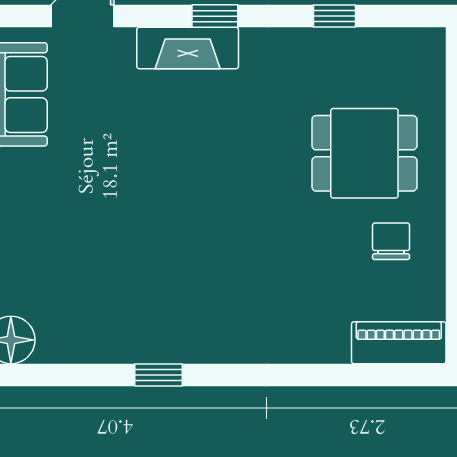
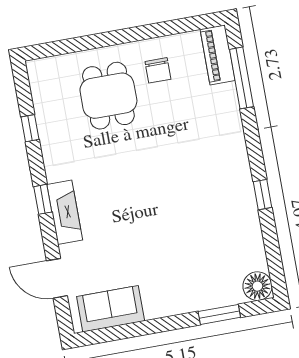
chair: (391, 241) -> (158, 70), turned -90
window: (354, 375) -> (241, 78), added

